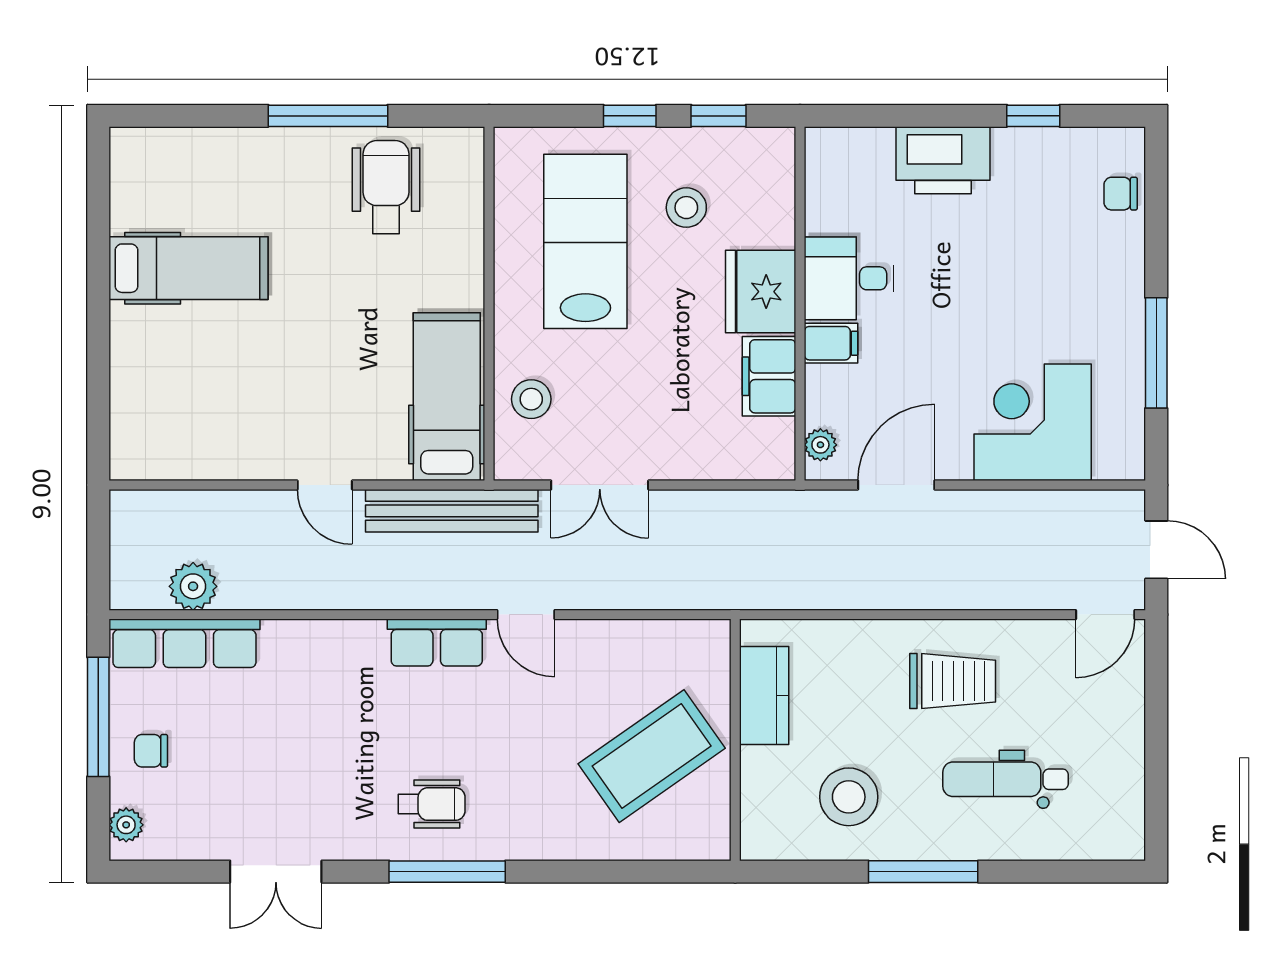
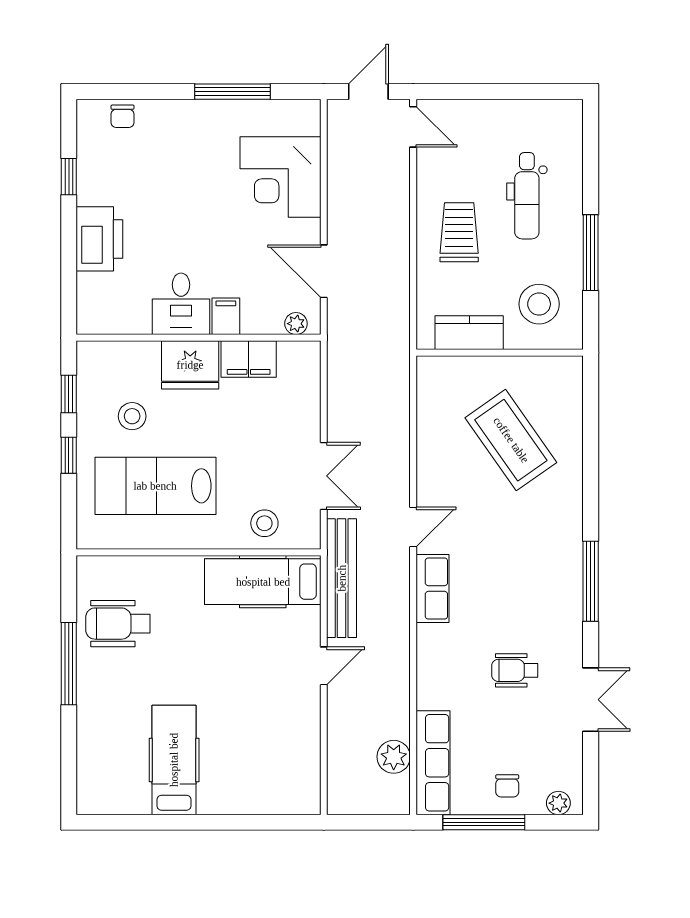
kitchen counter: (764, 695) -> (469, 333), moved
wall: (735, 740) -> (500, 353), moved
wheelchair: (432, 804) -> (515, 670), moved, turned -90

